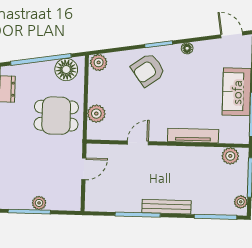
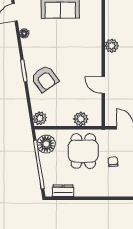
floor lamp: (187, 48) -> (24, 33), moved
tv unit: (193, 136) -> (96, 41), removed
chair: (42, 152) -> (113, 162), added
plant: (230, 156) -> (112, 46), moved

